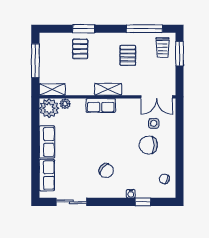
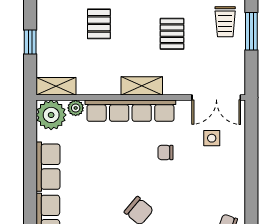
window: (35, 61) -> (30, 42), width x0.46
row of seats: (101, 105) -> (130, 111), width x2.02
chair: (148, 145) -> (165, 152), moved, width x0.54, depth x0.54

